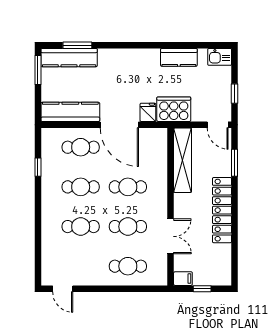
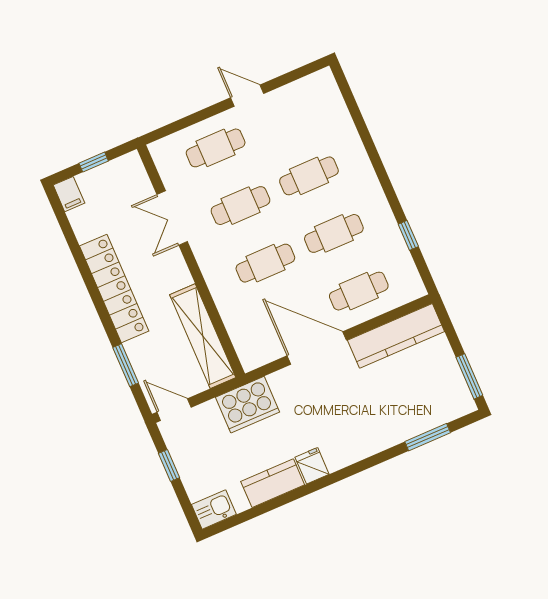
kitchen counter: (69, 58) -> (432, 414), removed
fridge: (148, 112) -> (312, 466), moved, turned 180
filing cabinet: (183, 279) -> (69, 194), moved, turned -90
door: (63, 289) -> (247, 96), moved

